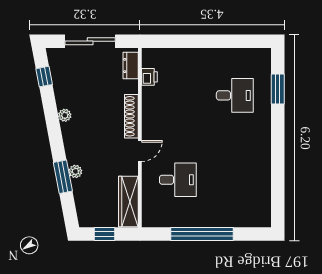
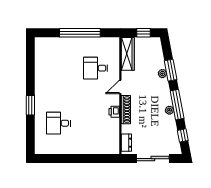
printer: (149, 77) -> (114, 112), moved
window: (278, 89) -> (30, 105), moved
window: (53, 124) -> (177, 105), added

